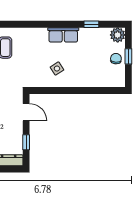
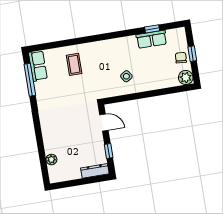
row of seats: (63, 35) -> (151, 39), moved
plant: (118, 35) -> (186, 78), moved

